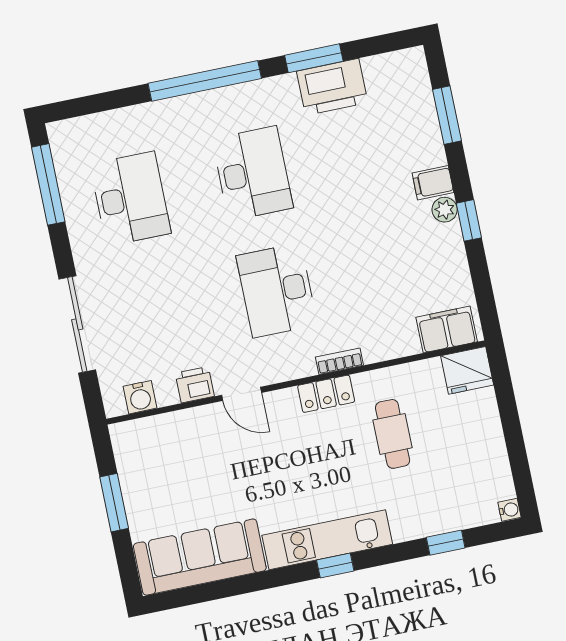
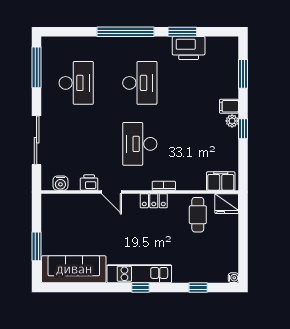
cafe table: (393, 434) -> (198, 215), moved
window: (114, 503) -> (37, 246), moved

